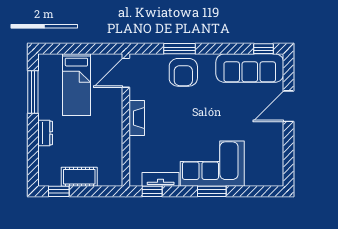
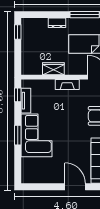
wardrobe: (113, 139) -> (53, 69), added
cot: (79, 177) -> (28, 46), removed

